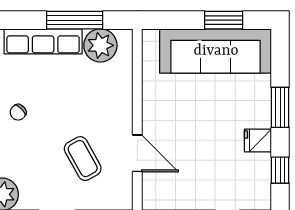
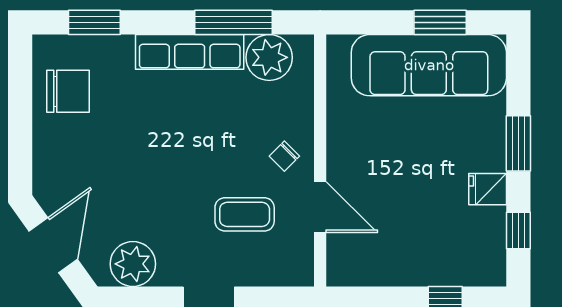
chair: (18, 112) -> (284, 156), moved
coffee table: (83, 159) -> (245, 214), turned -61

